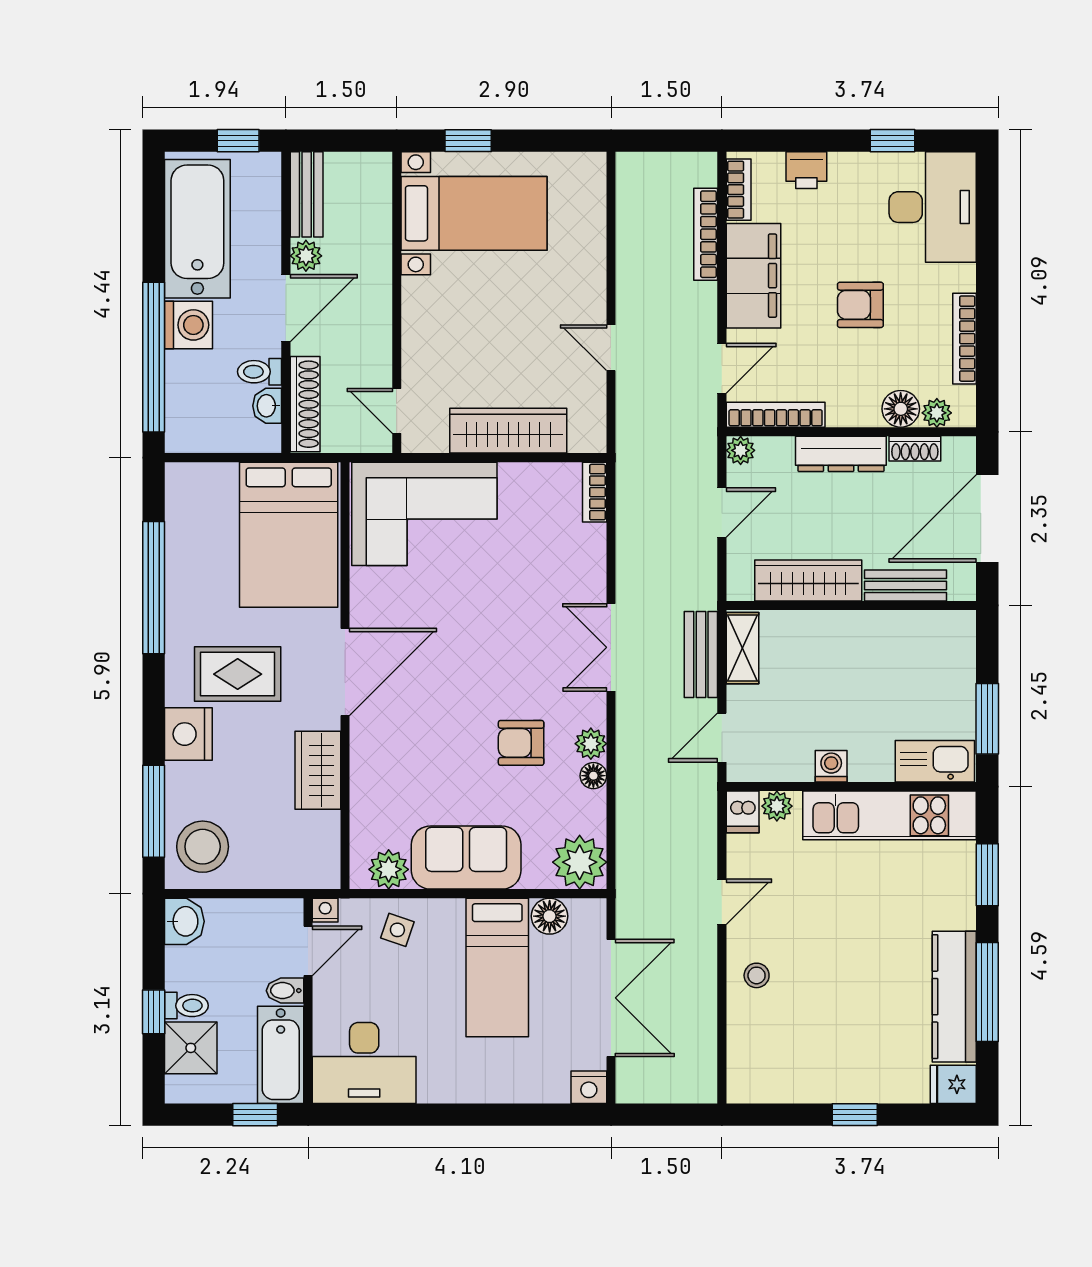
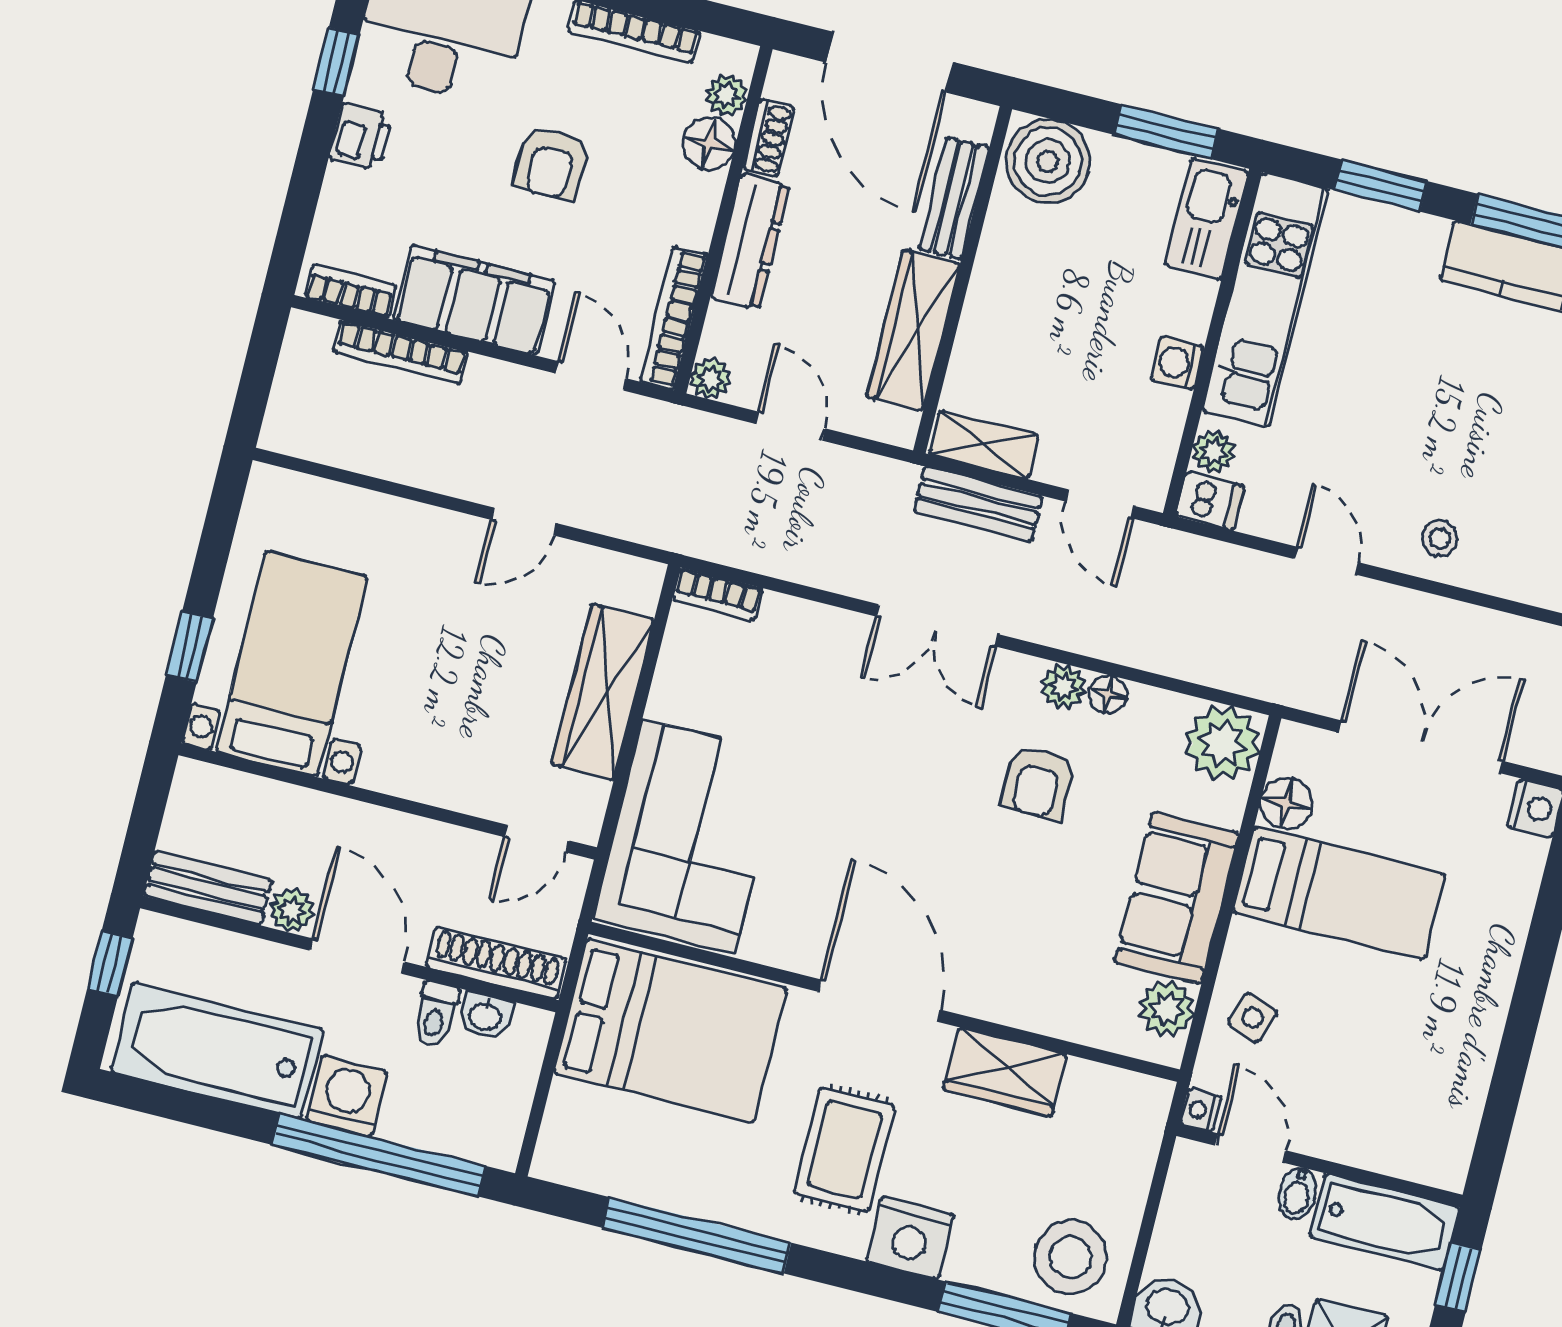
printer: (806, 170) -> (361, 137), moved
boiler: (947, 643) -> (1048, 161), added
desk: (364, 1063) -> (1425, 1110), removed

